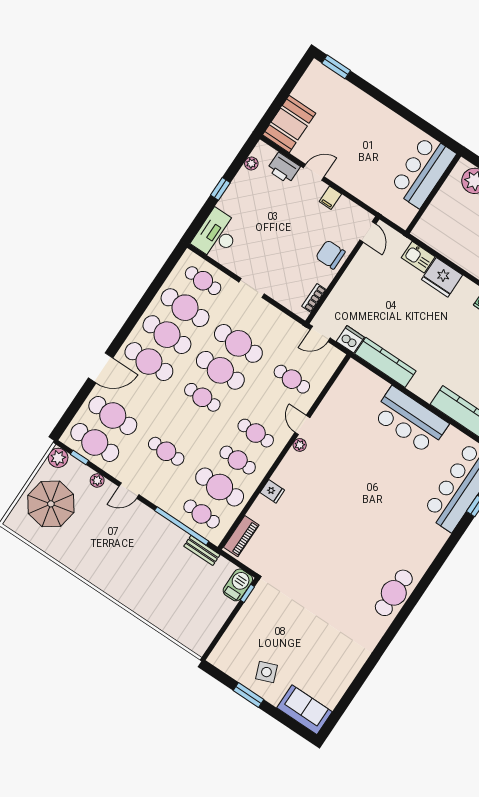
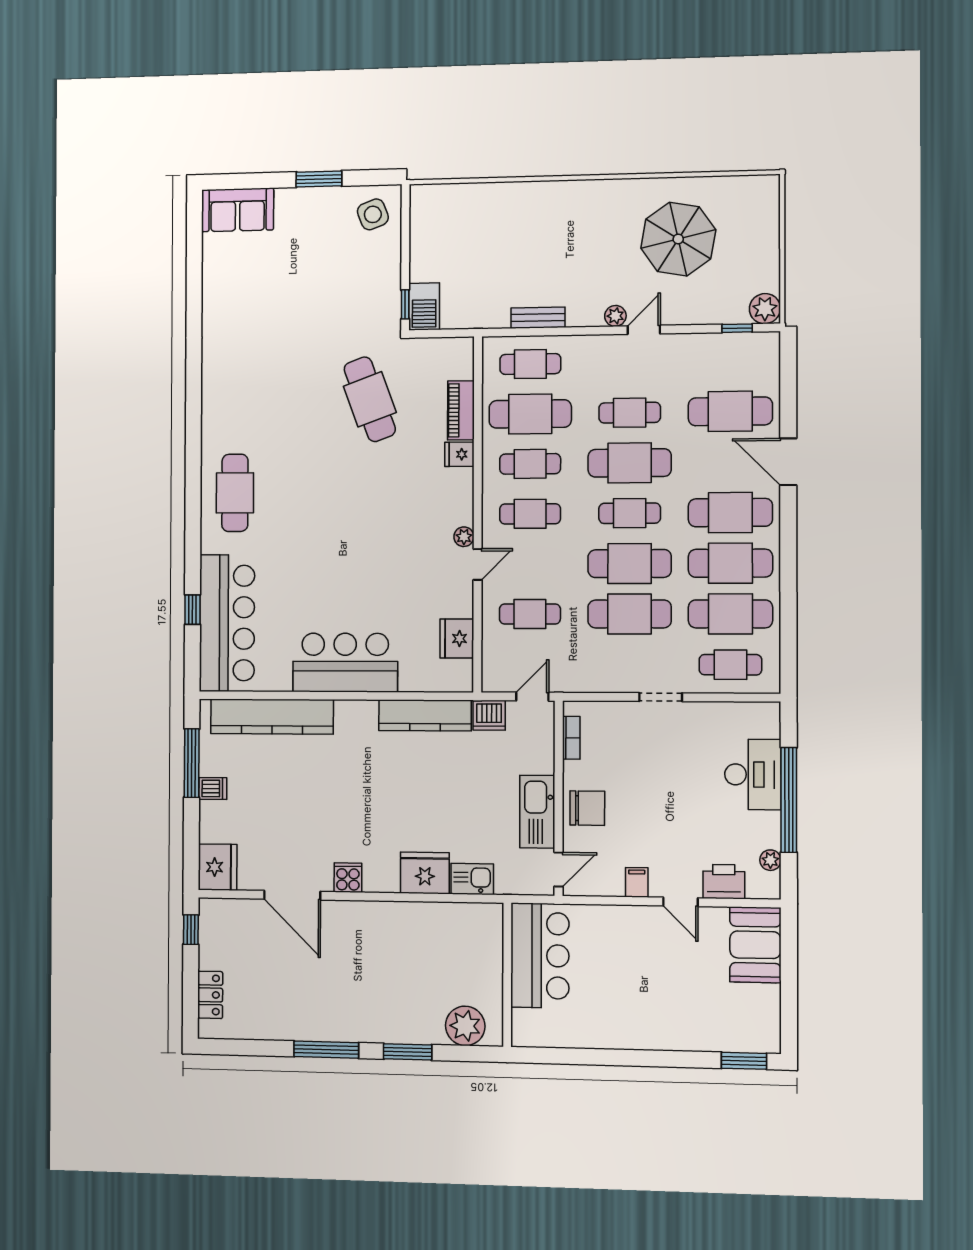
bar counter: (423, 171) -> (540, 956), moved
door: (314, 172) -> (680, 902), hinge flipped
window: (220, 189) -> (789, 800), width x3.17
door: (368, 232) -> (559, 869), swing flipped
desk: (217, 235) -> (753, 775), moved
kitchen sink: (359, 270) -> (537, 812), added
door: (101, 368) -> (788, 462), hinge flipped
fridge: (340, 392) -> (457, 639), added
door: (302, 425) -> (478, 564), hinge flipped
cafe table: (95, 442) -> (630, 463), moved
plant: (97, 480) -> (615, 316), moved
parasol: (51, 504) -> (678, 239), moved
window: (182, 526) -> (545, 332), removed
piano: (241, 536) -> (461, 410), moved
bench: (202, 550) -> (538, 318), moved
cafe table: (301, 555) -> (370, 399), added
cafe table: (394, 593) -> (235, 493), moved
side table: (266, 672) -> (373, 214), moved

